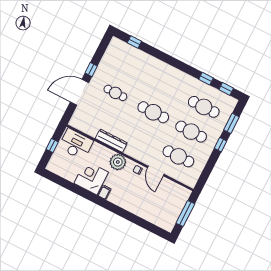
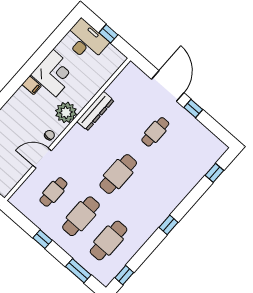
window: (206, 79) -> (169, 225), moved
desk: (76, 144) -> (86, 41), moved, turned -90
window: (221, 145) -> (43, 239), moved
cafe table: (178, 156) -> (53, 192), width x0.73, depth x0.74

